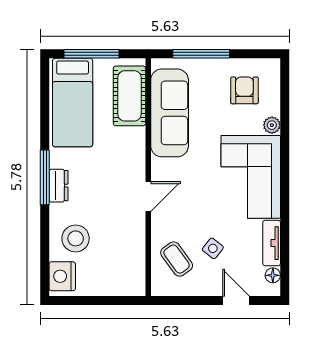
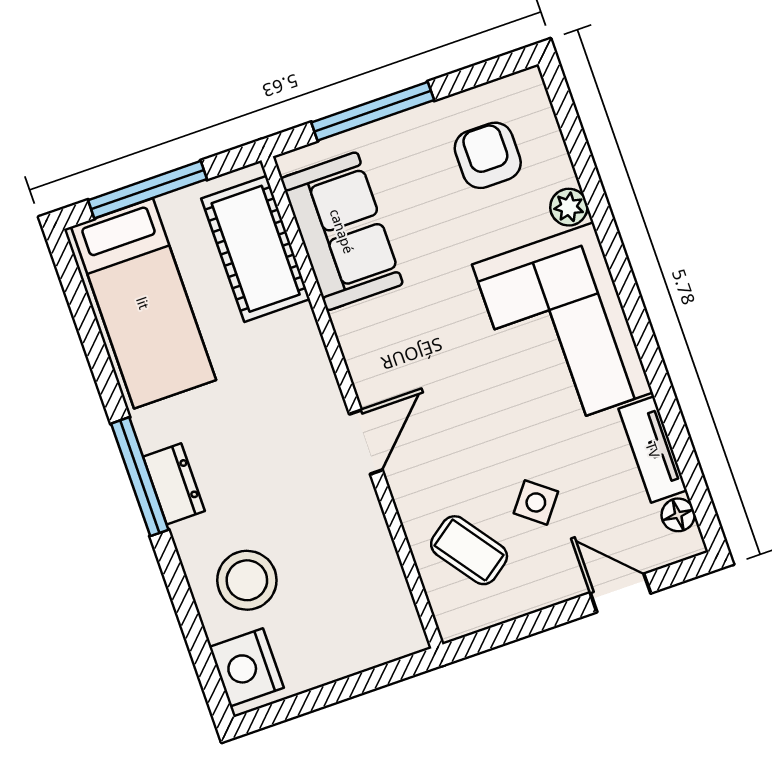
sofa: (170, 113) -> (342, 231), width x0.73

